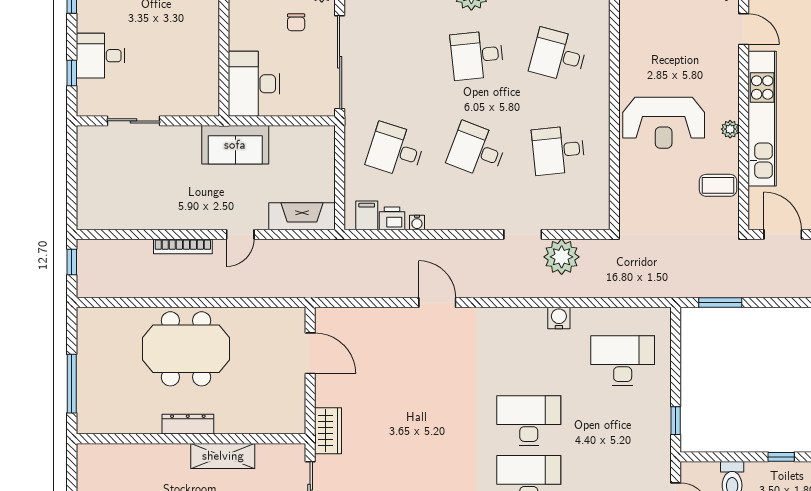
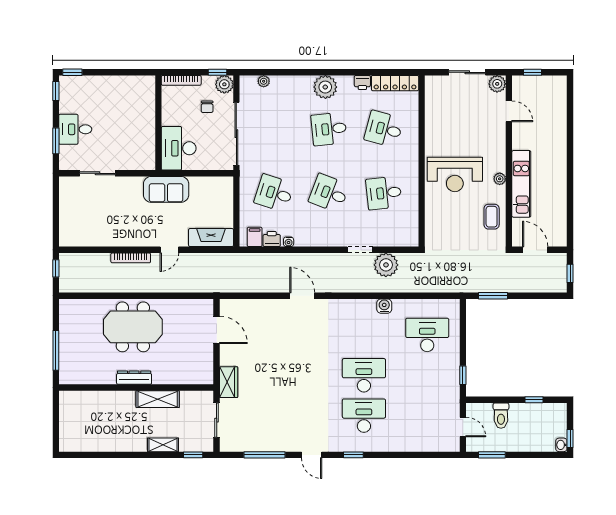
window: (72, 73) -> (56, 141), width x1.50
kitchen unit: (762, 119) -> (521, 184), width x0.73
coffee table: (718, 185) -> (492, 217), turned 90

